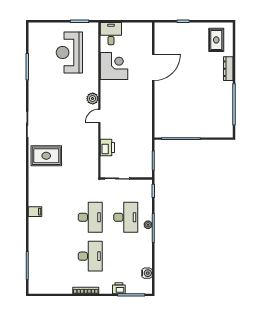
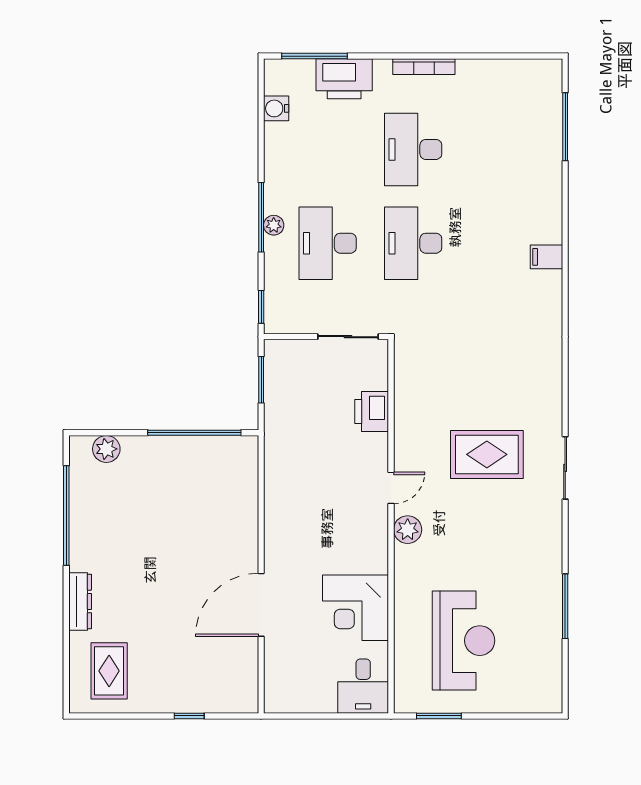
plant: (217, 132) -> (106, 449), added
rug: (46, 156) -> (487, 454), moved
printer: (119, 288) -> (344, 79), width x1.87, depth x1.48

